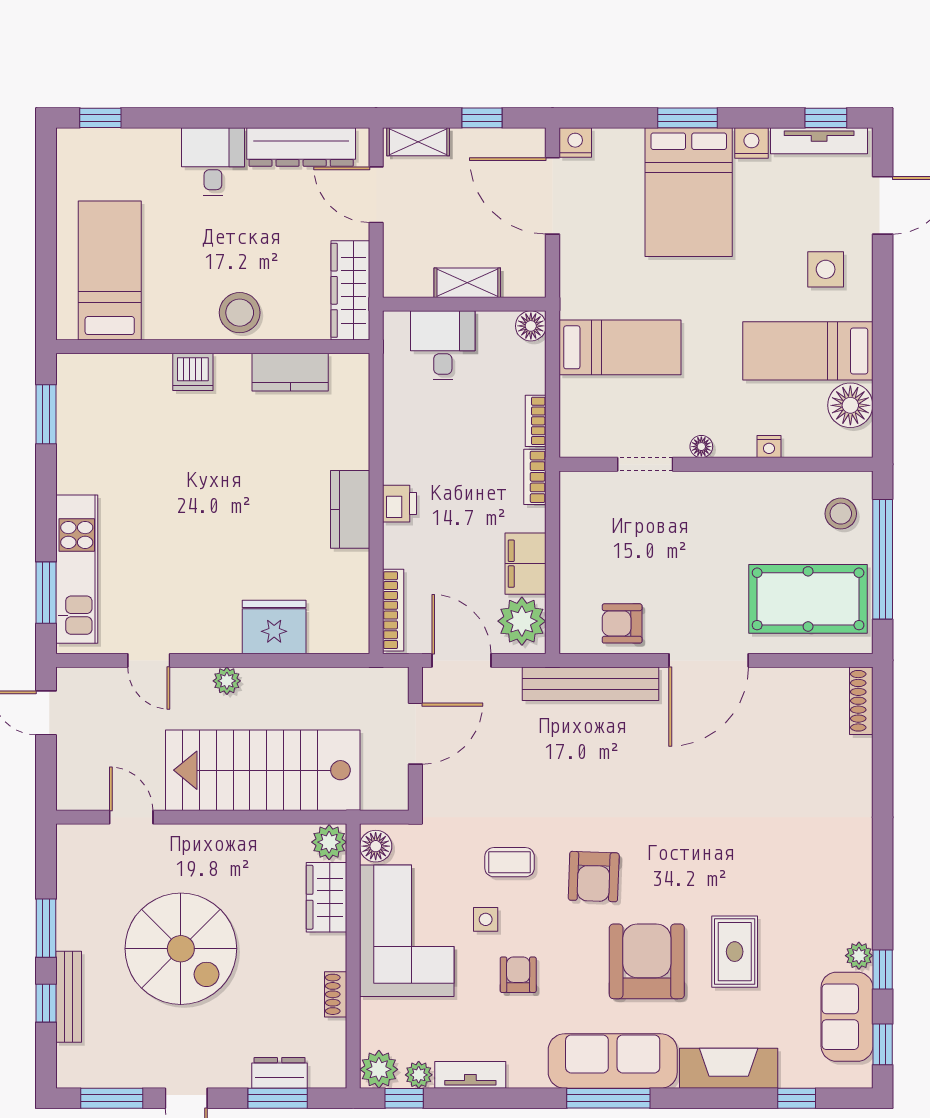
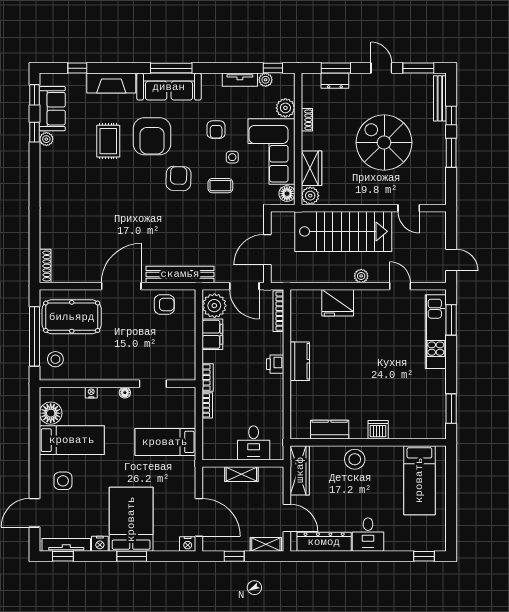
floor lamp: (531, 326) -> (210, 453), removed
bench: (69, 997) -> (440, 98), moved
plant: (379, 1069) -> (285, 108), moved

